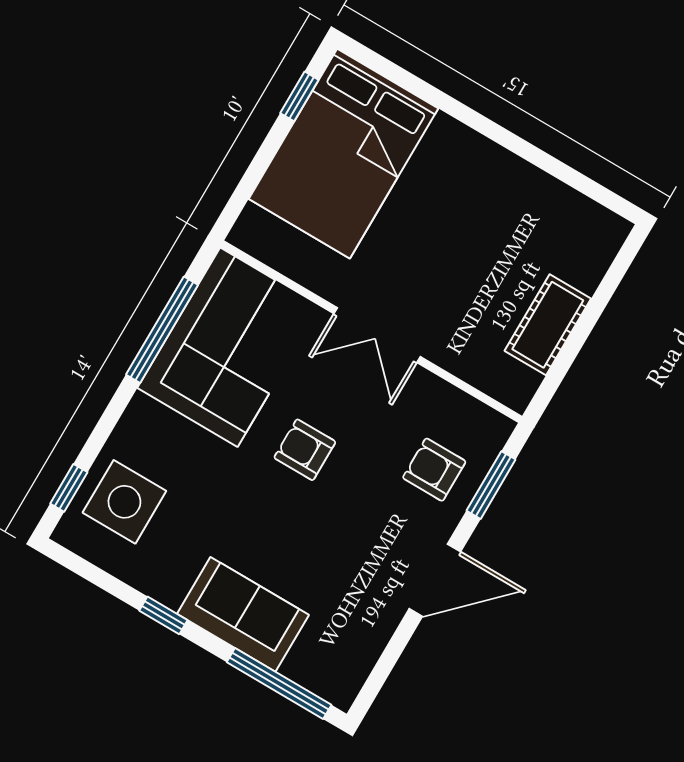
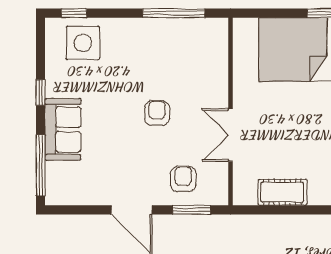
double door: (377, 335) -> (230, 135), moved
corner sofa: (229, 347) -> (184, 49), removed

